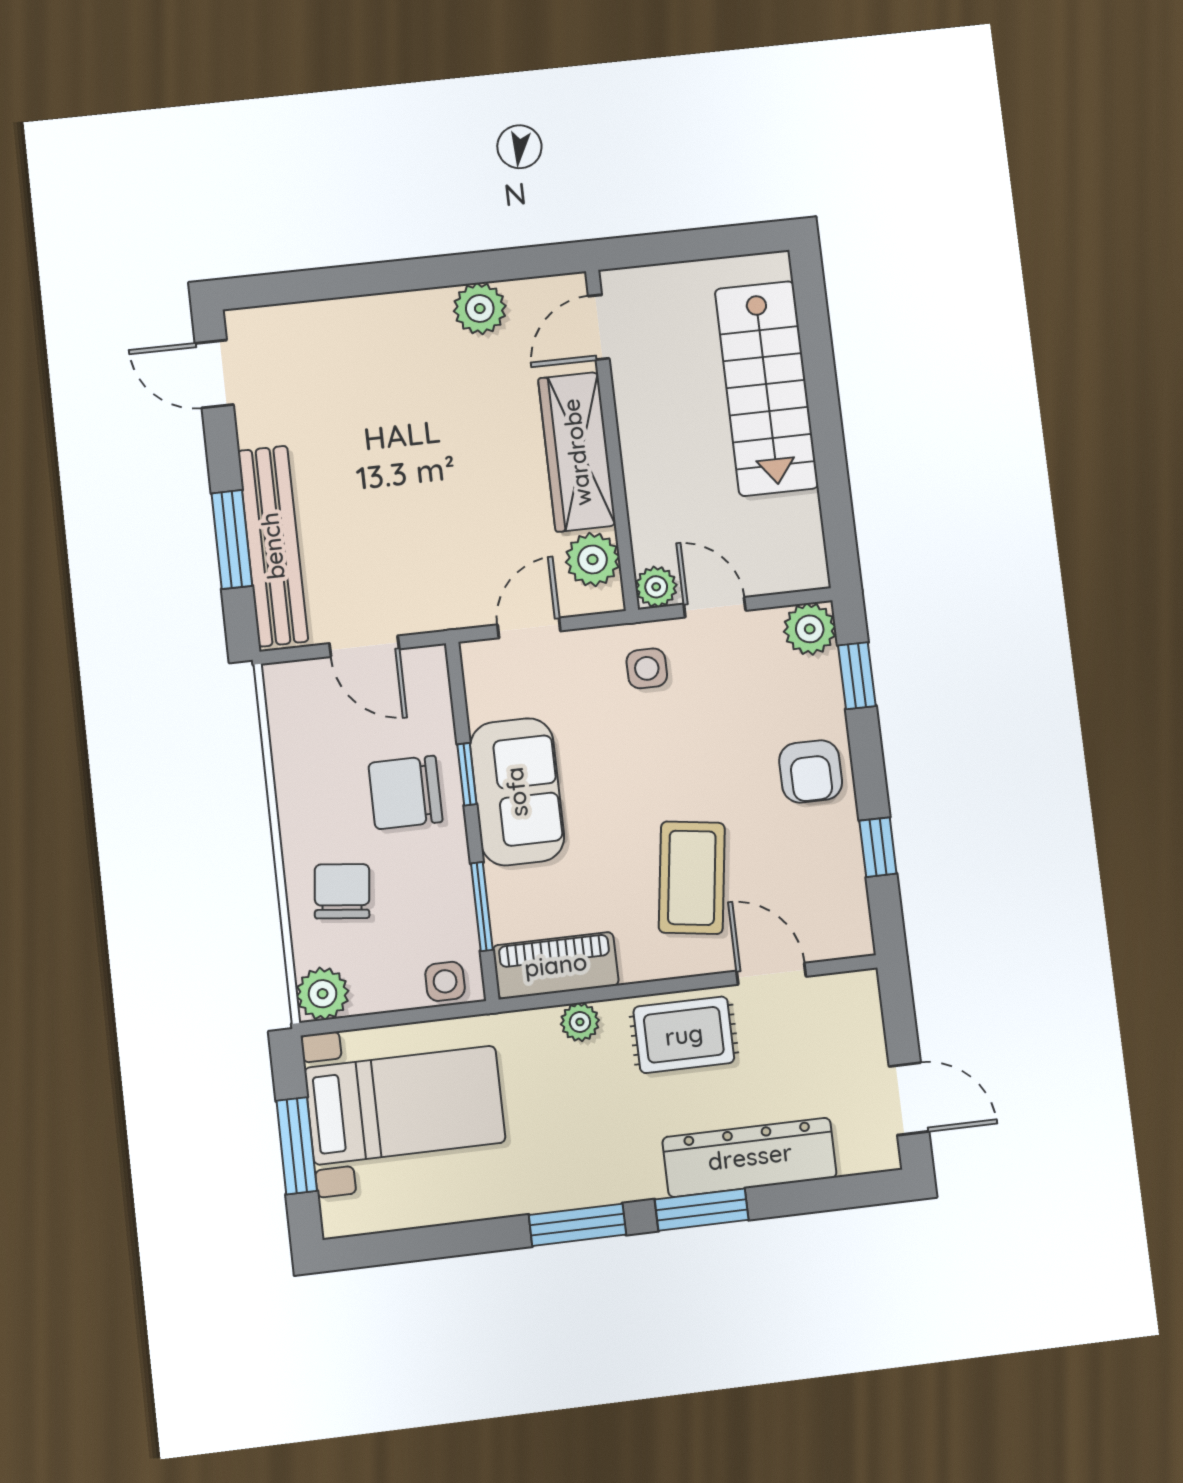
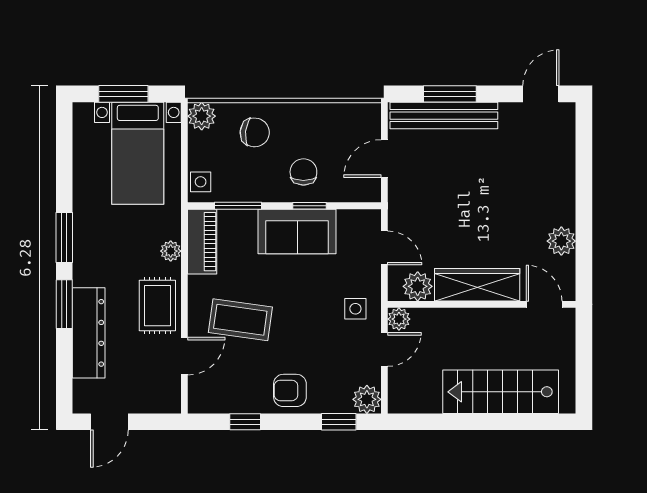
chair: (405, 792) -> (303, 172), width x0.73, depth x0.73

